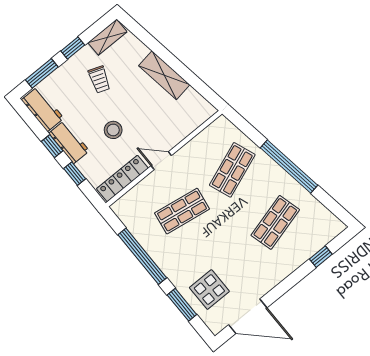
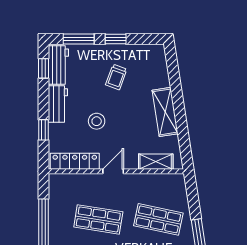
shelving: (107, 37) -> (156, 162), moved
window: (52, 146) -> (43, 68), moved
door: (161, 161) -> (113, 171), hinge flipped
shop shelf: (232, 170) -> (158, 219), turned 33

